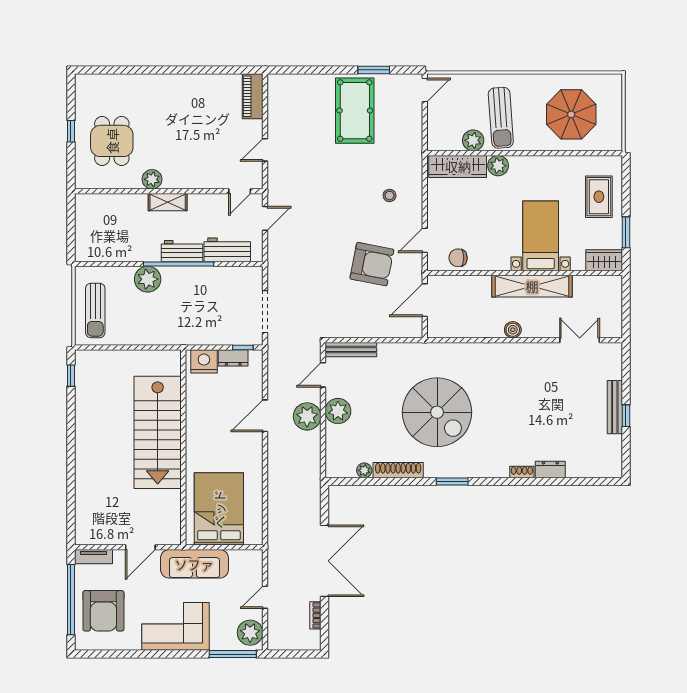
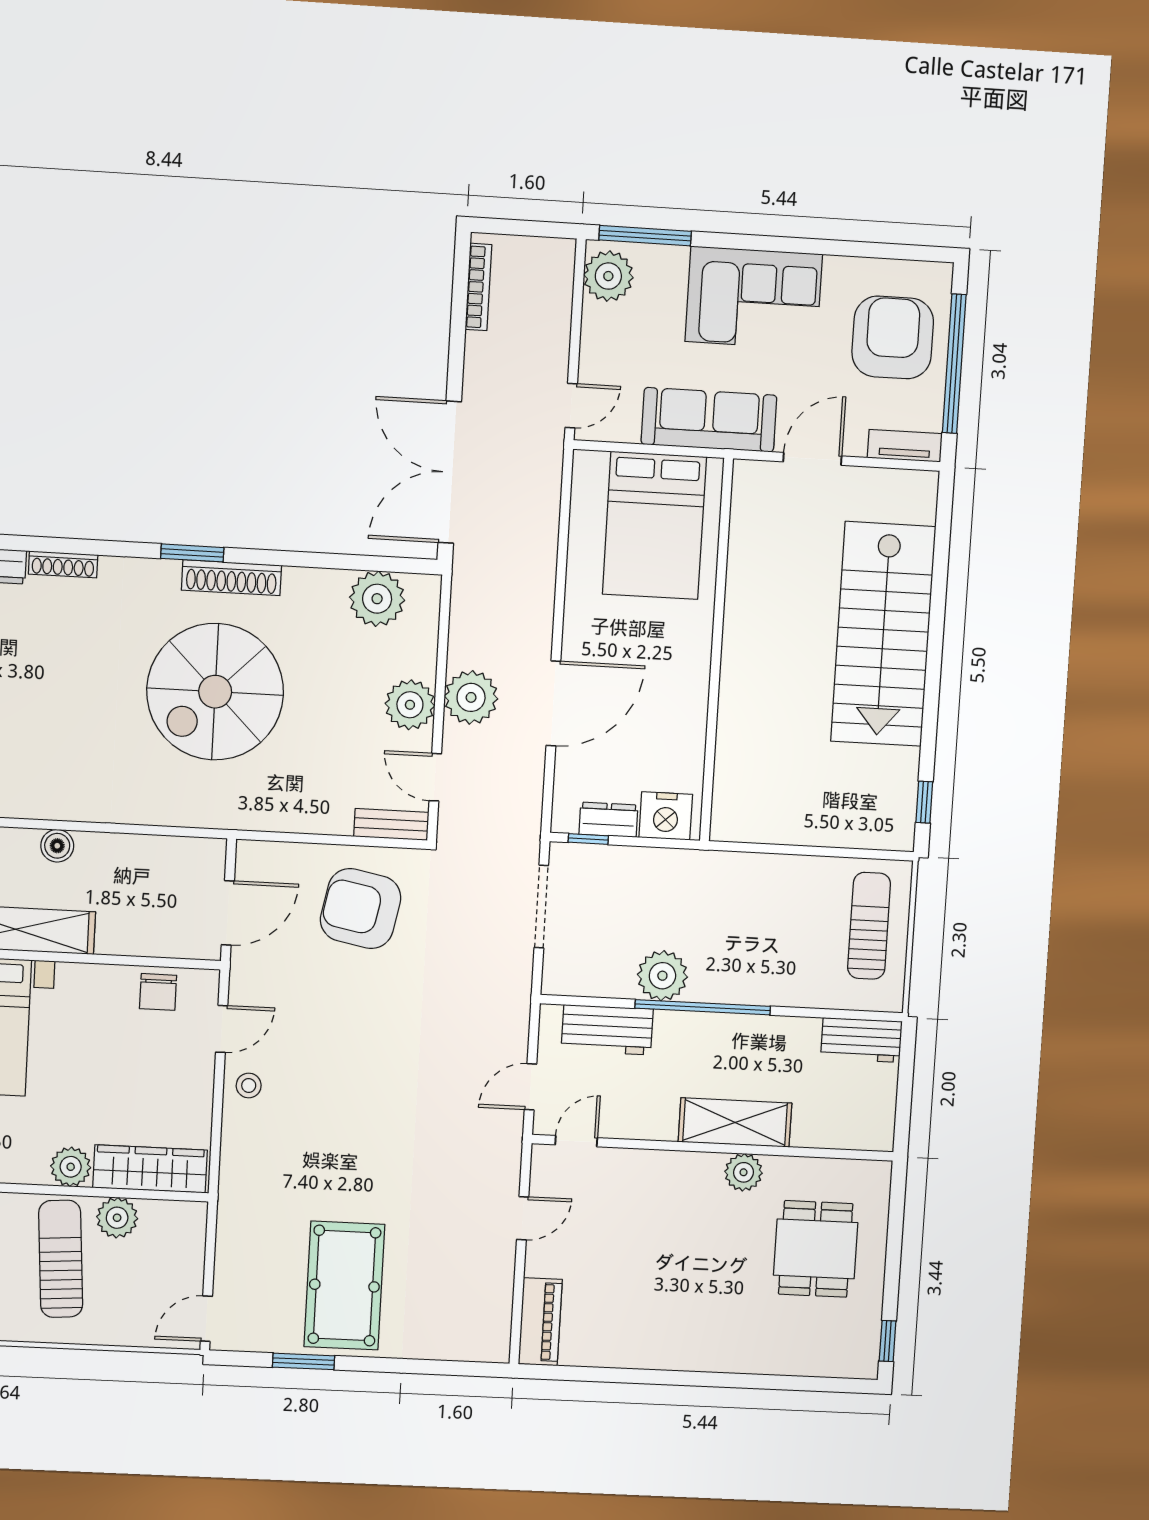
window: (71, 131) -> (888, 1341), moved
stool: (389, 195) -> (249, 1086), moved
shelving: (168, 202) -> (735, 1122), width x1.50, depth x1.33
workbench: (182, 251) -> (861, 1040), moved
chair: (458, 258) -> (158, 992), turned 90
armchair: (372, 264) -> (361, 909), moved
plant: (148, 279) -> (662, 976), moved
bench: (351, 350) -> (391, 824), width x0.73
door: (323, 375) -> (435, 777), swing flipped
spiral stairs: (437, 412) -> (215, 692), turned -90
door: (265, 416) -> (553, 703), width x1.36
stairs: (158, 432) -> (883, 634), moved, turned 180
plant: (364, 470) -> (377, 599), width x1.88, depth x1.88
shoe rack: (398, 470) -> (231, 578), moved
shoe rack: (522, 472) -> (63, 564), width x1.43
double door: (324, 561) -> (450, 472), moved
door: (265, 597) -> (571, 406), moved
bookcase: (315, 615) -> (478, 287), width x1.56

